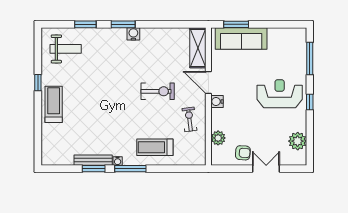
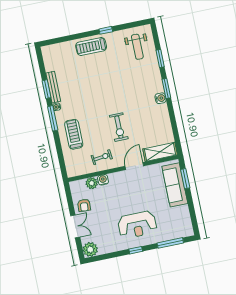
reception desk: (280, 94) -> (137, 225), turned 90
water cooler: (217, 101) -> (103, 180), moved
treadmill: (54, 104) -> (91, 46), turned 180
plant: (298, 141) -> (90, 249), moved

